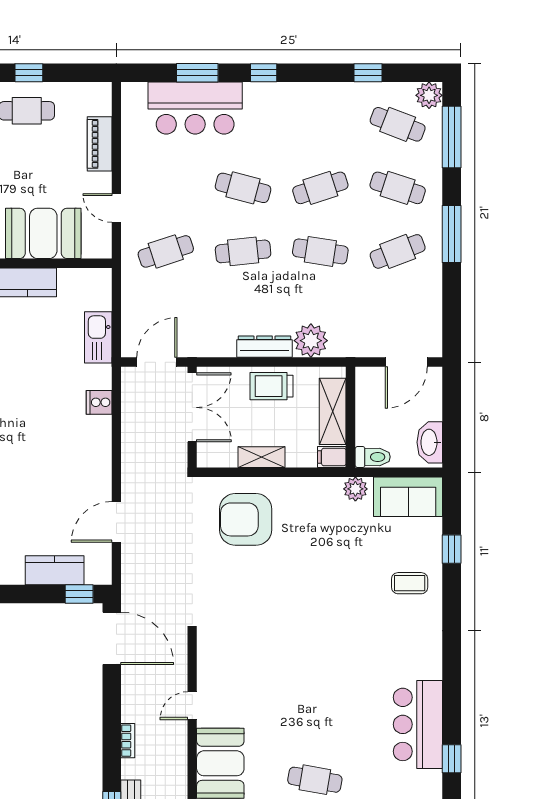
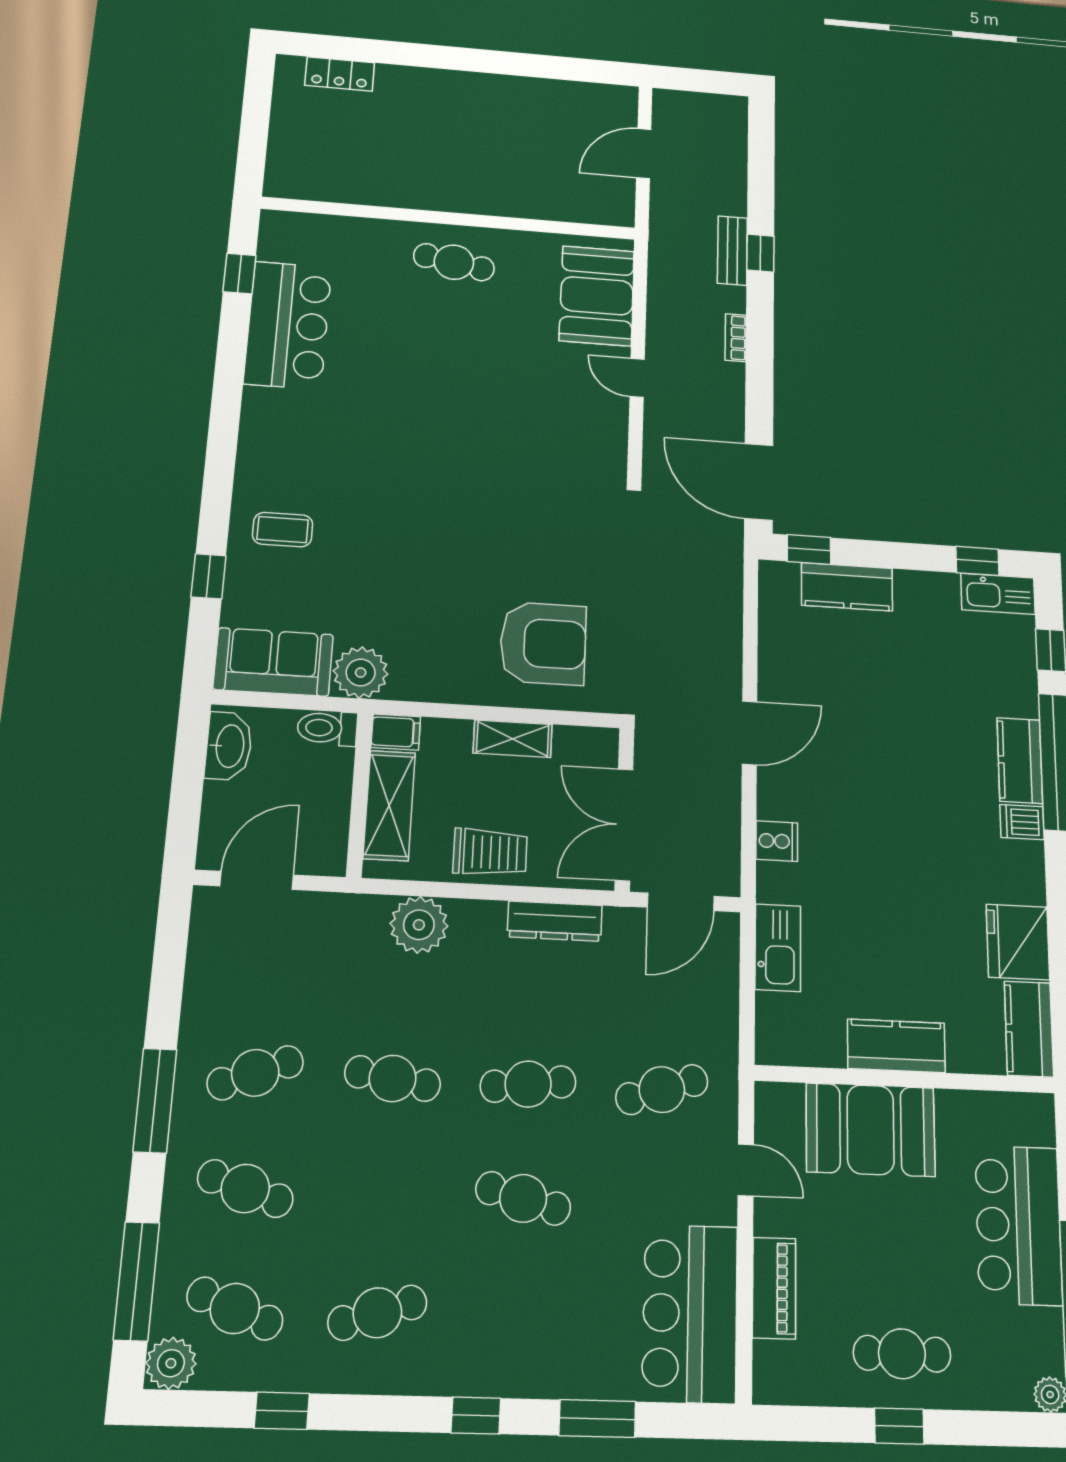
bar counter: (195, 108) -> (690, 1313), moved, turned -90
cafe table: (320, 188) -> (377, 1313), moved
dresser: (264, 347) -> (555, 921), moved
plant: (355, 489) -> (361, 673), width x1.36, depth x1.36
door: (116, 522) -> (749, 733), moved
door: (192, 706) -> (637, 378), swing flipped

